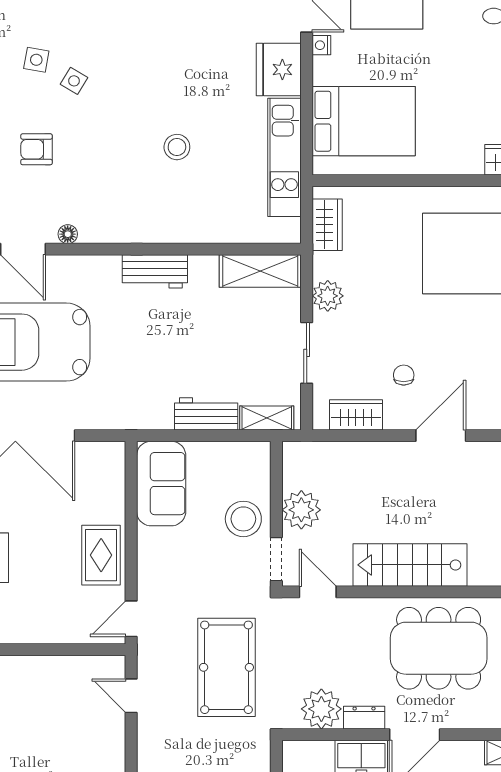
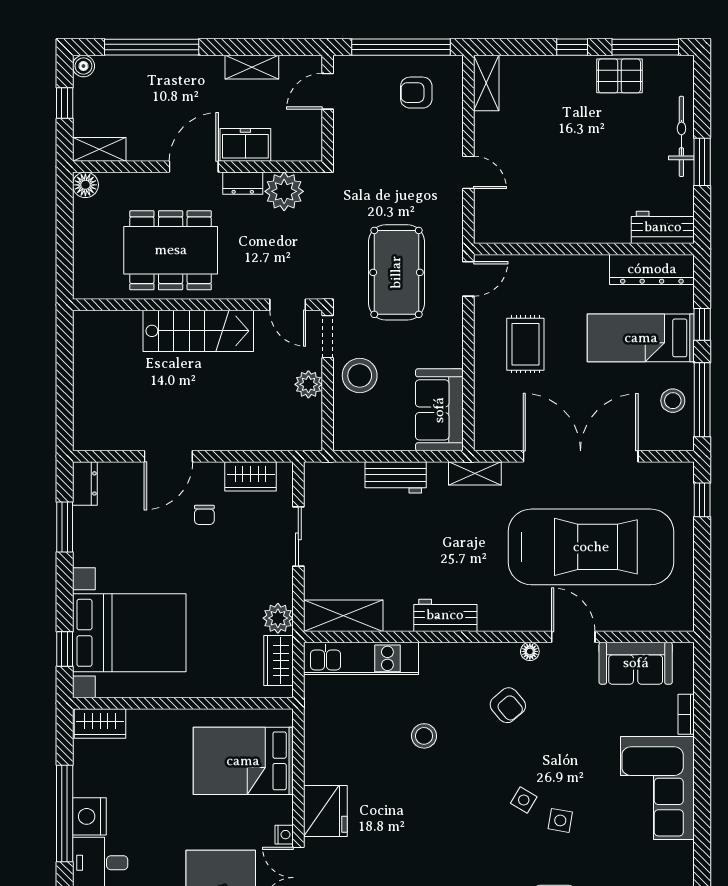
armchair: (37, 149) -> (508, 705), moved, turned 50
kitchen unit: (284, 157) -> (361, 658), moved, turned 90
plant: (328, 296) -> (278, 618), moved
shelving: (267, 418) -> (475, 473), moved
plant: (301, 510) -> (308, 384), width x0.73, depth x0.73
rug: (101, 555) -> (525, 344), moved
pool table: (226, 667) -> (396, 272), moved
door: (131, 696) -> (468, 172), moved

